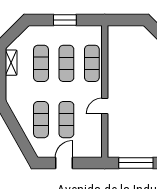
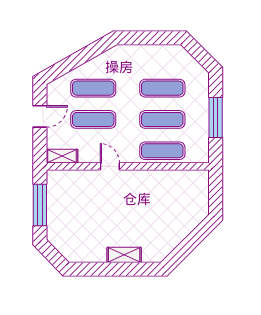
window: (65, 20) -> (216, 117), width x1.44
shelving: (11, 63) -> (62, 156), moved
door: (64, 163) -> (40, 116), hinge flipped

